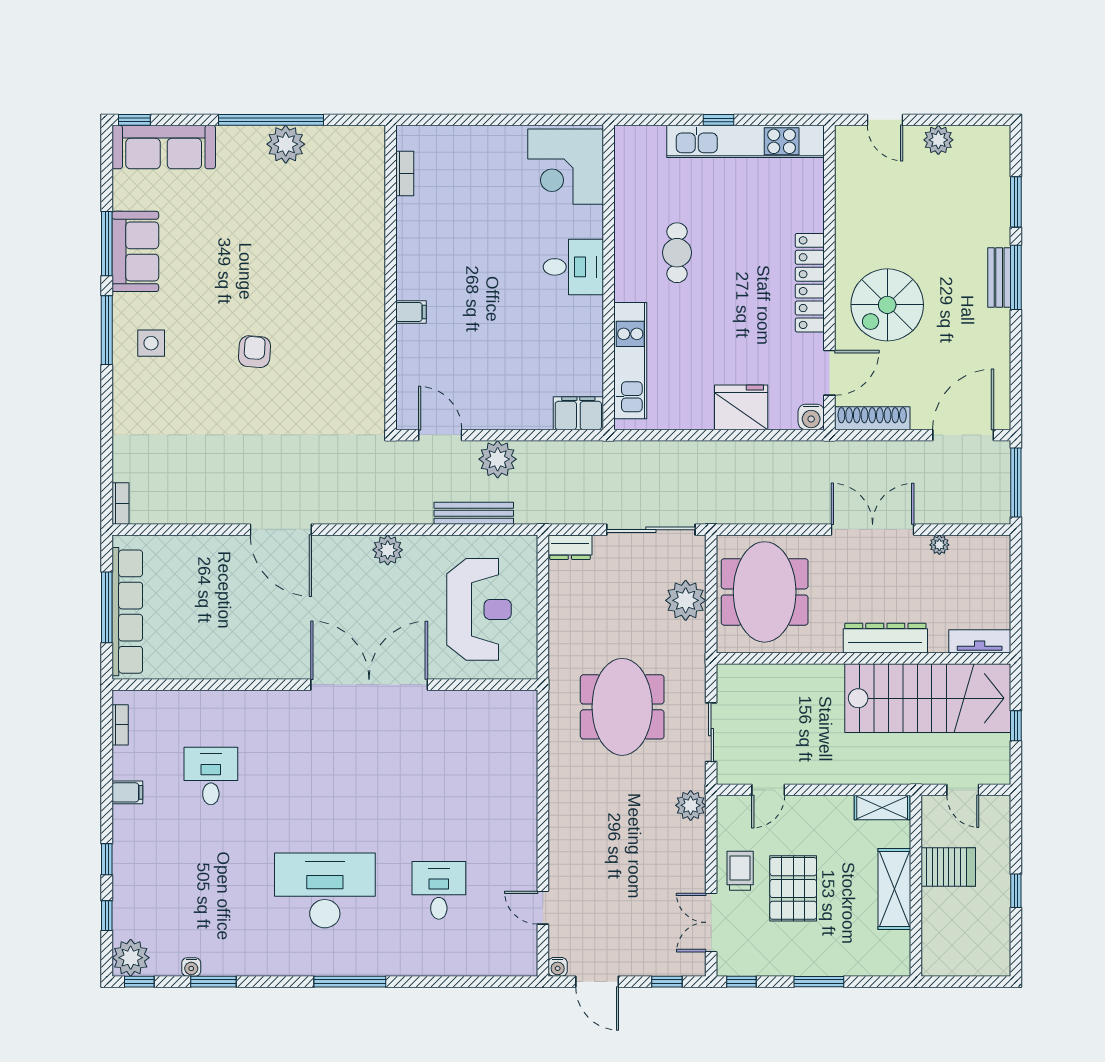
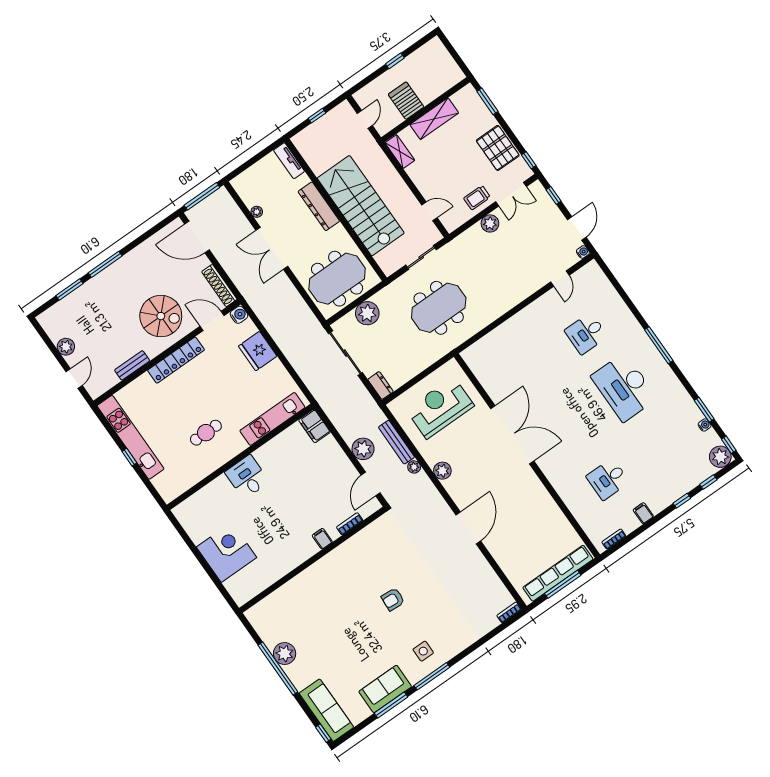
corner desk: (566, 167) -> (227, 552), moved, turned -90
bookcase: (405, 174) -> (350, 524), moved
bench: (999, 278) -> (132, 365), moved
plant: (421, 514) -> (414, 467), added
double door: (369, 685) -> (512, 435), swing flipped
stairs: (928, 698) -> (361, 206), moved
plant: (691, 805) -> (490, 223), moved
pallet: (793, 888) -> (498, 148), moved, turned 90
window: (819, 982) -> (487, 101), moved

